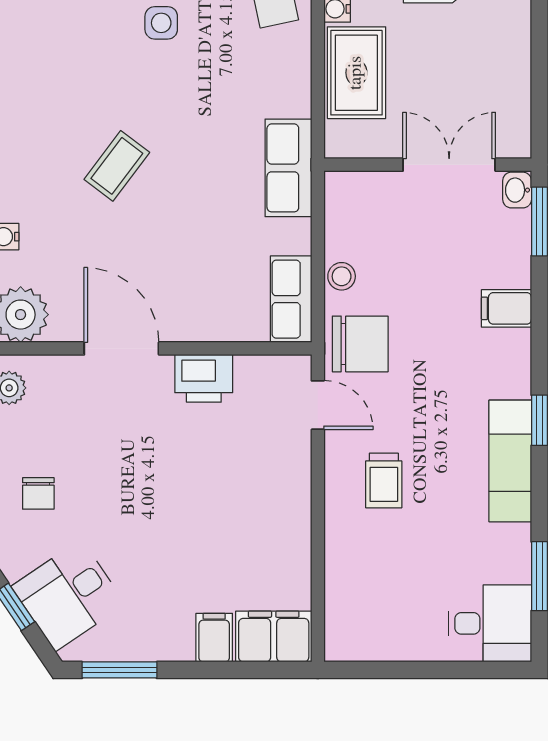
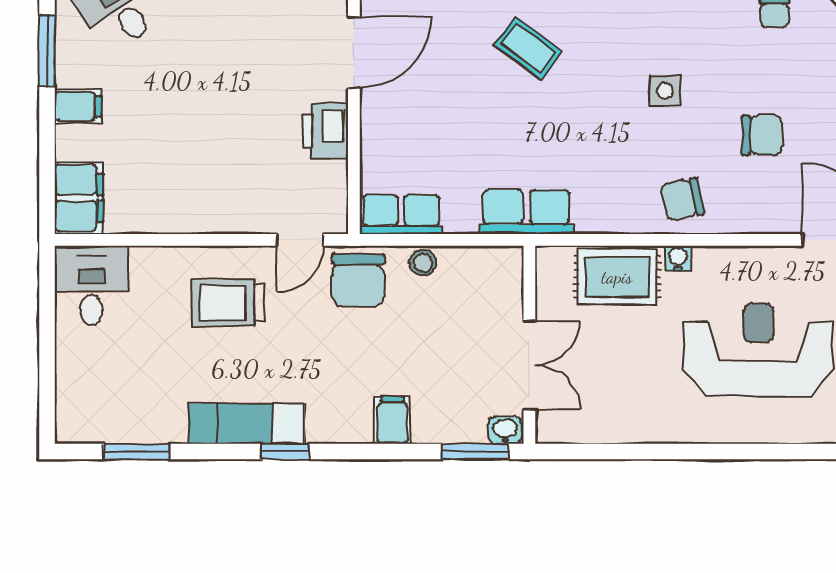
trolley: (384, 481) -> (228, 303), width x1.36, depth x1.39
desk: (490, 623) -> (91, 285), moved, turned 180
filing cabinet: (214, 638) -> (78, 106), moved

